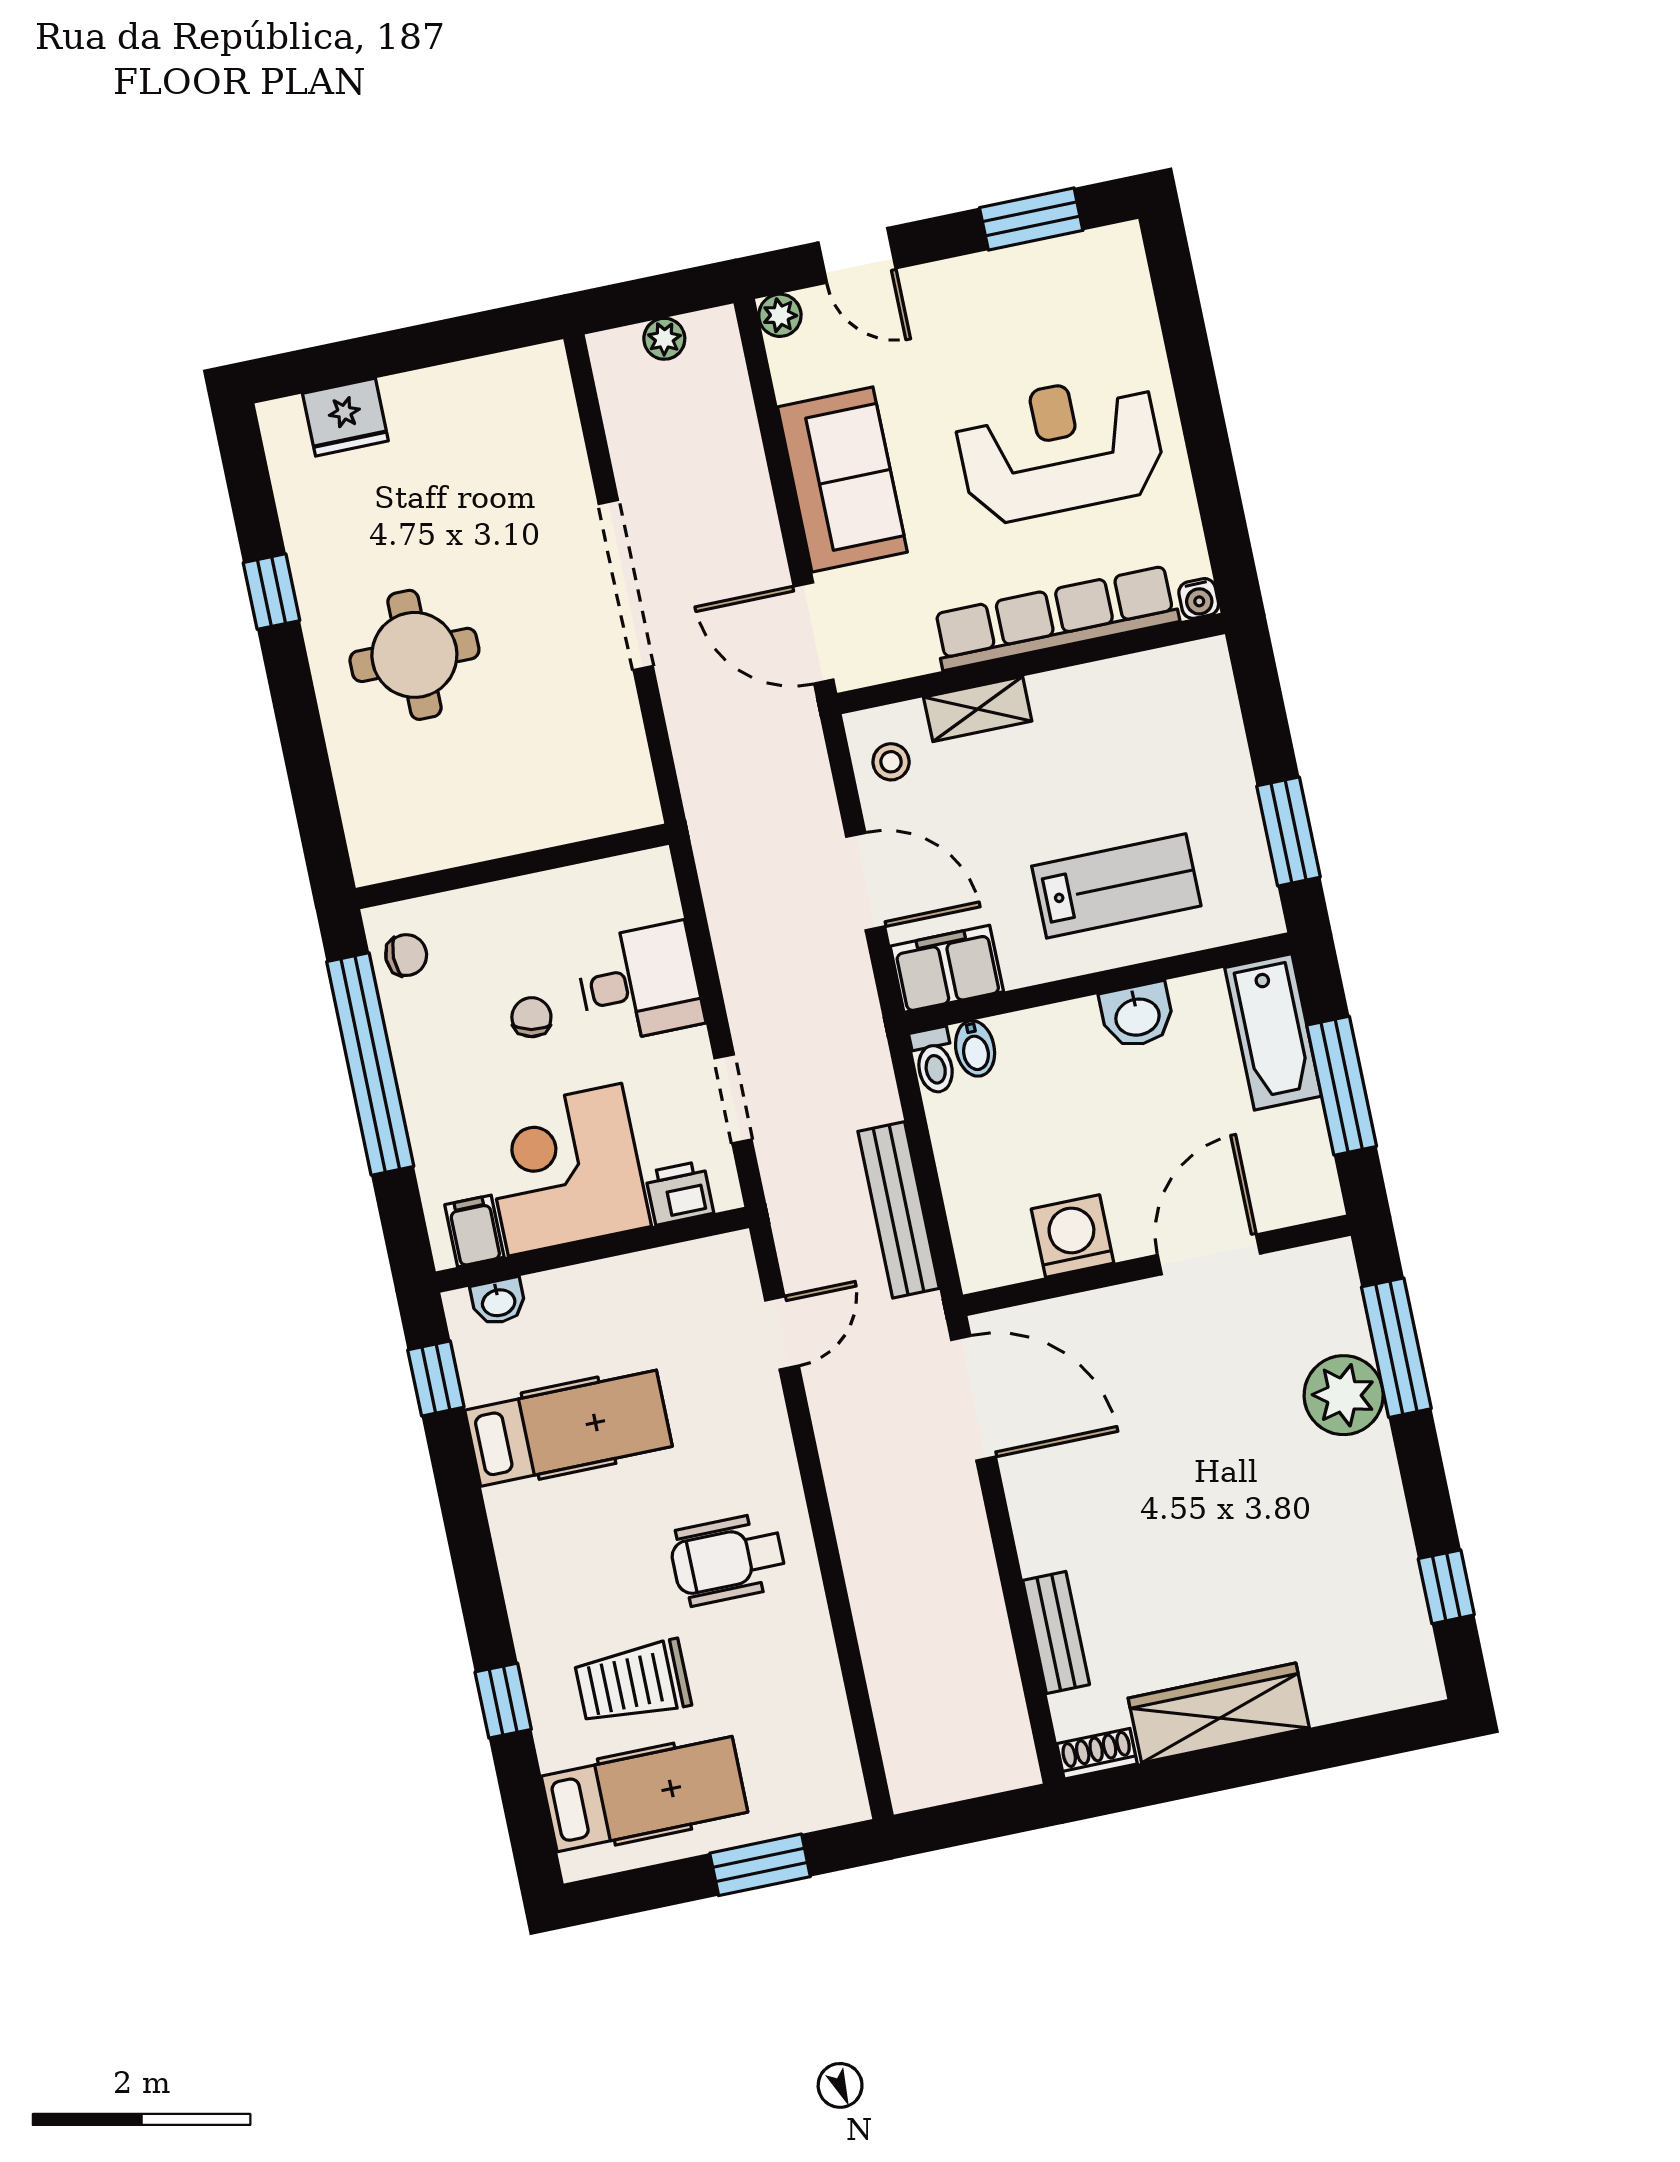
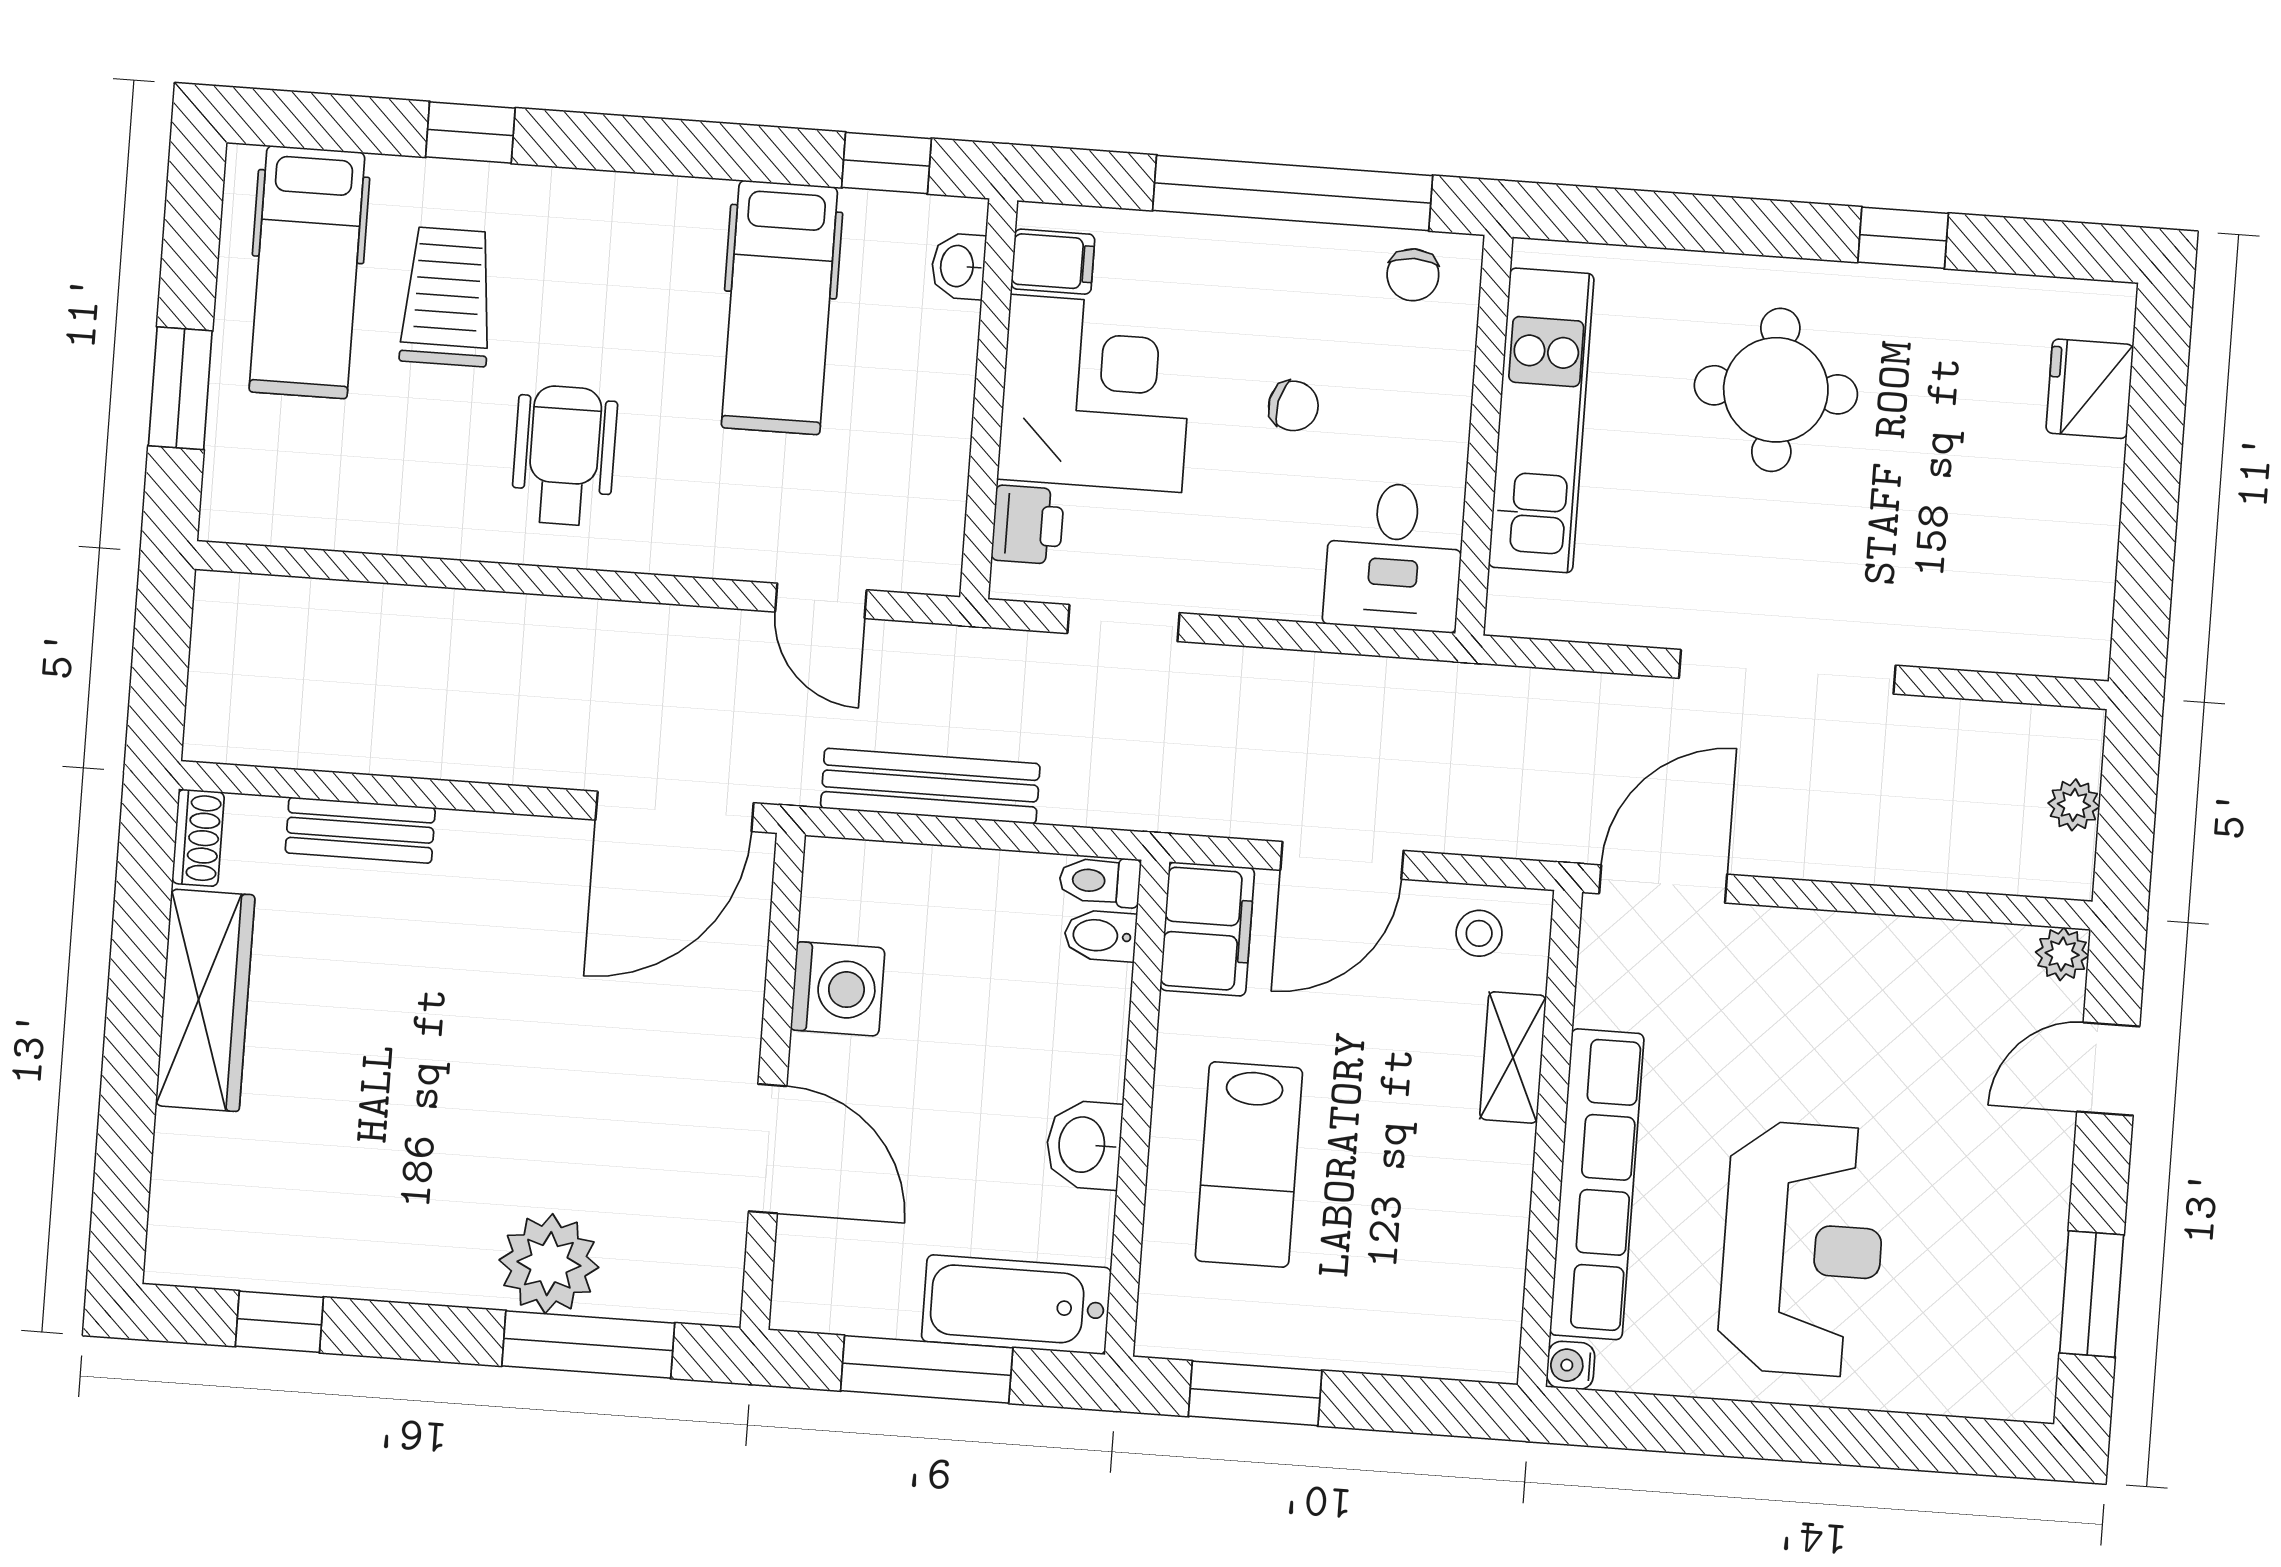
sofa: (842, 479) -> (1840, 973), removed
kitchen unit: (489, 826) -> (1541, 420), added
desk: (640, 983) -> (1394, 557), moved

